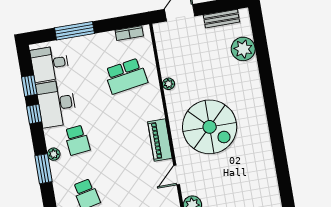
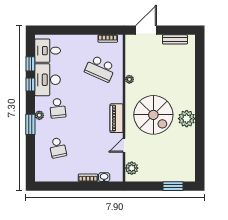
window: (75, 31) -> (69, 30), removed
plant: (243, 49) -> (187, 119), moved
school desk: (126, 76) -> (100, 69), turned 33

